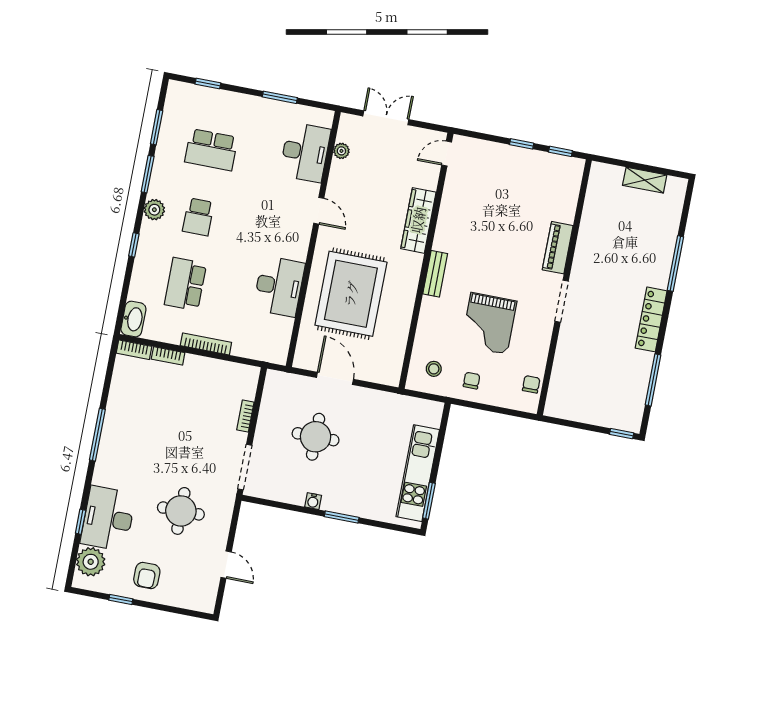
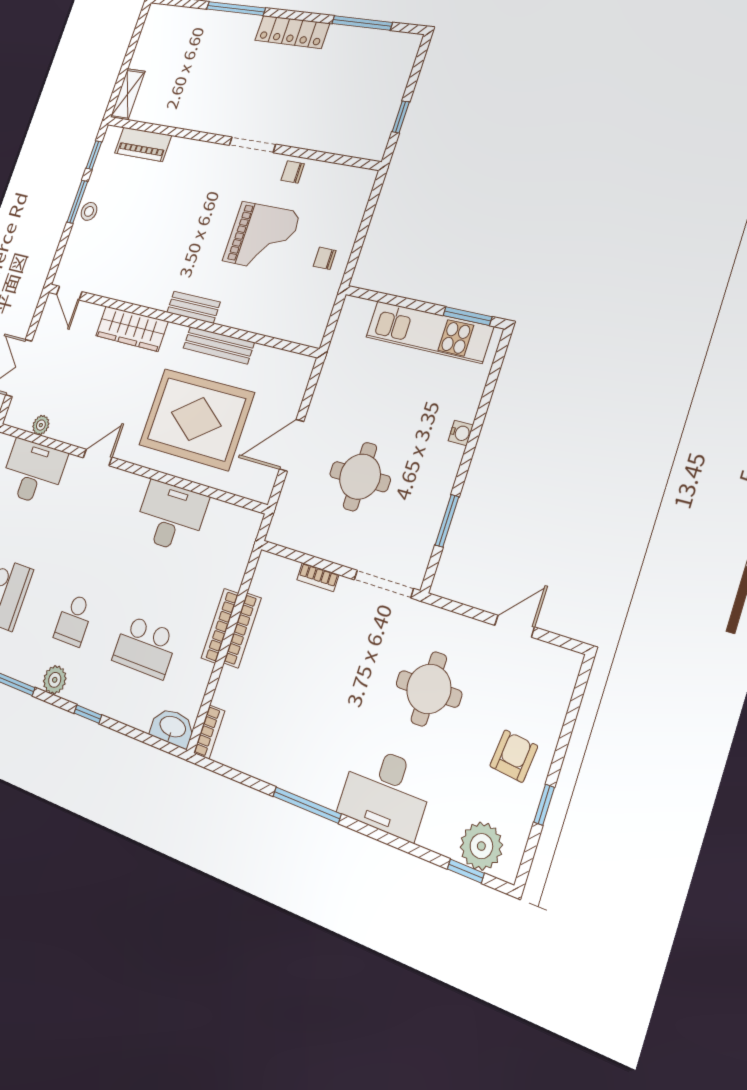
window: (522, 144) -> (77, 202), width x1.50
shelving: (645, 180) -> (128, 94), moved
school desk: (198, 217) -> (74, 620), turned 90
piano: (558, 248) -> (143, 144), moved
bench: (406, 302) -> (219, 345), added
bookcase: (168, 356) -> (242, 630), moved, width x1.56
stool: (434, 369) -> (89, 211), moved
chair: (531, 384) -> (293, 172), moved
window: (622, 434) -> (401, 117), moved
water cooler: (313, 501) -> (461, 433), moved
window: (342, 517) -> (447, 521), moved
desk: (108, 519) -> (386, 792), moved
window: (81, 522) -> (466, 871), moved
armchair: (147, 575) -> (514, 756), turned -84

